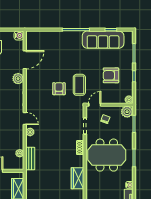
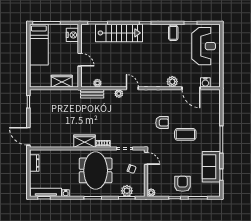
water cooler: (19, 35) -> (205, 82), moved
sofa: (103, 40) -> (211, 167), width x0.73
armchair: (111, 75) -> (183, 184), moved
coffee table: (79, 85) -> (185, 134), moved
plant: (127, 112) -> (127, 191), moved
door: (25, 118) -> (132, 88), swing flipped
wardrobe: (77, 178) -> (84, 141), moved

